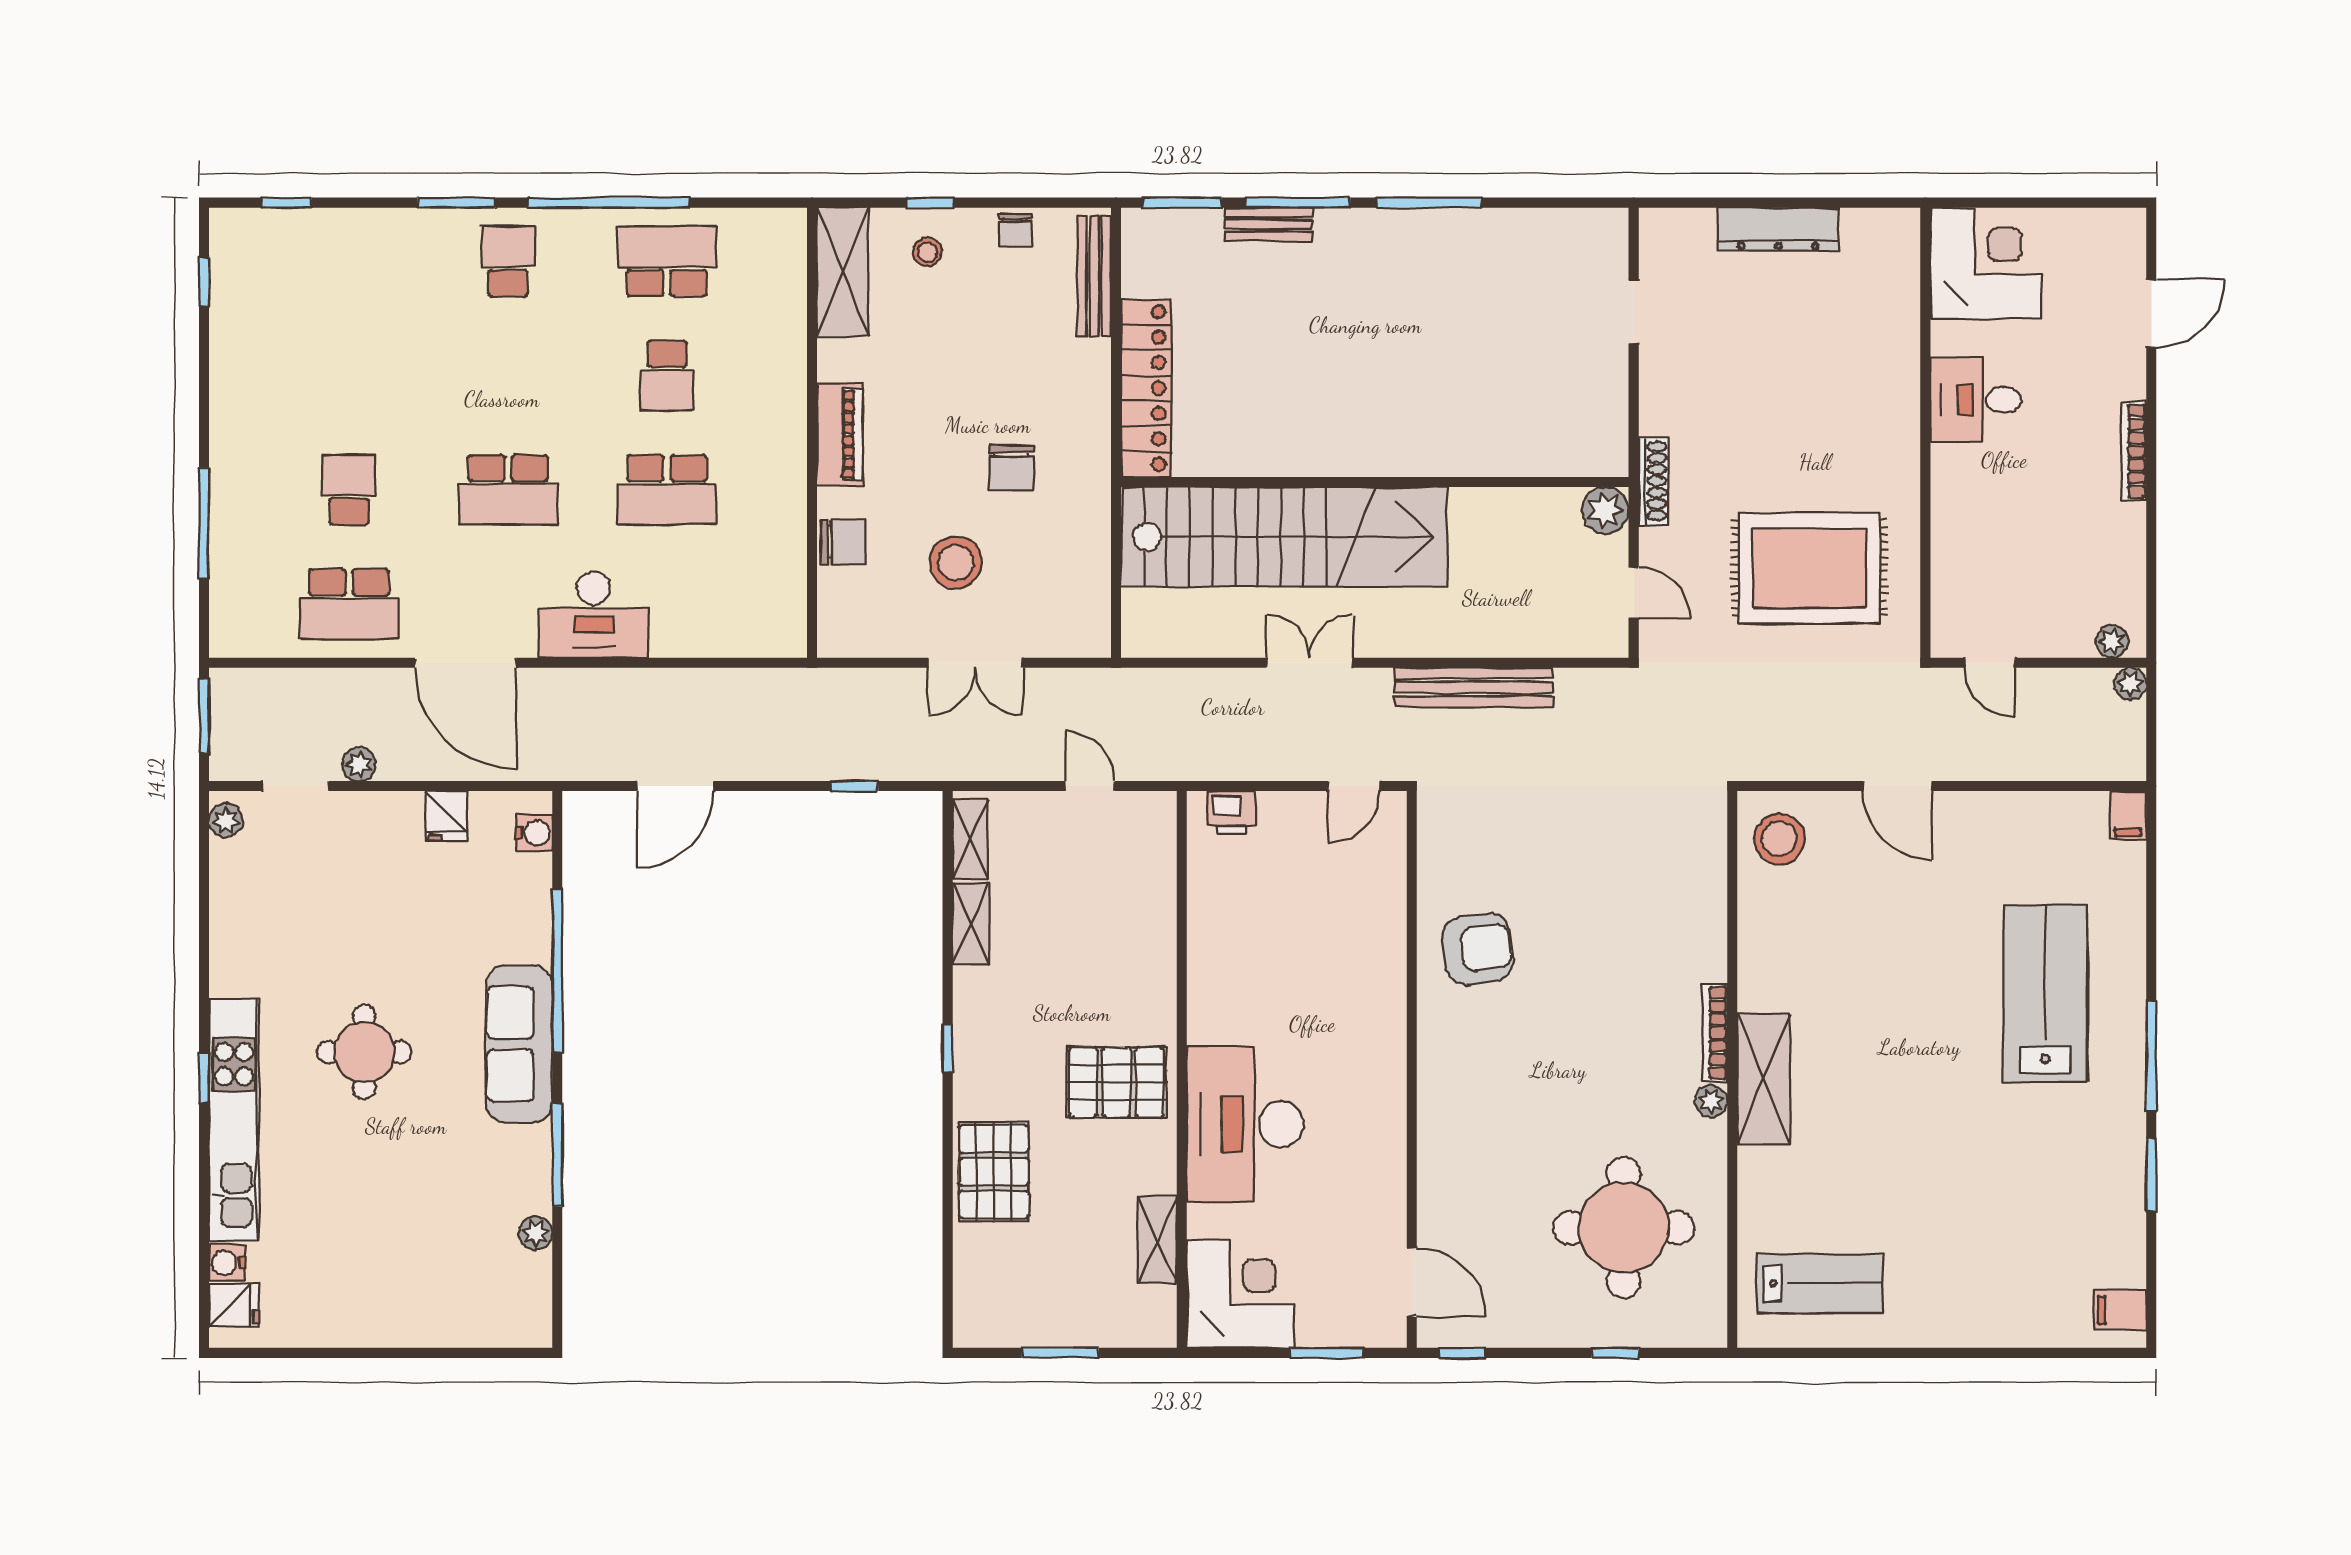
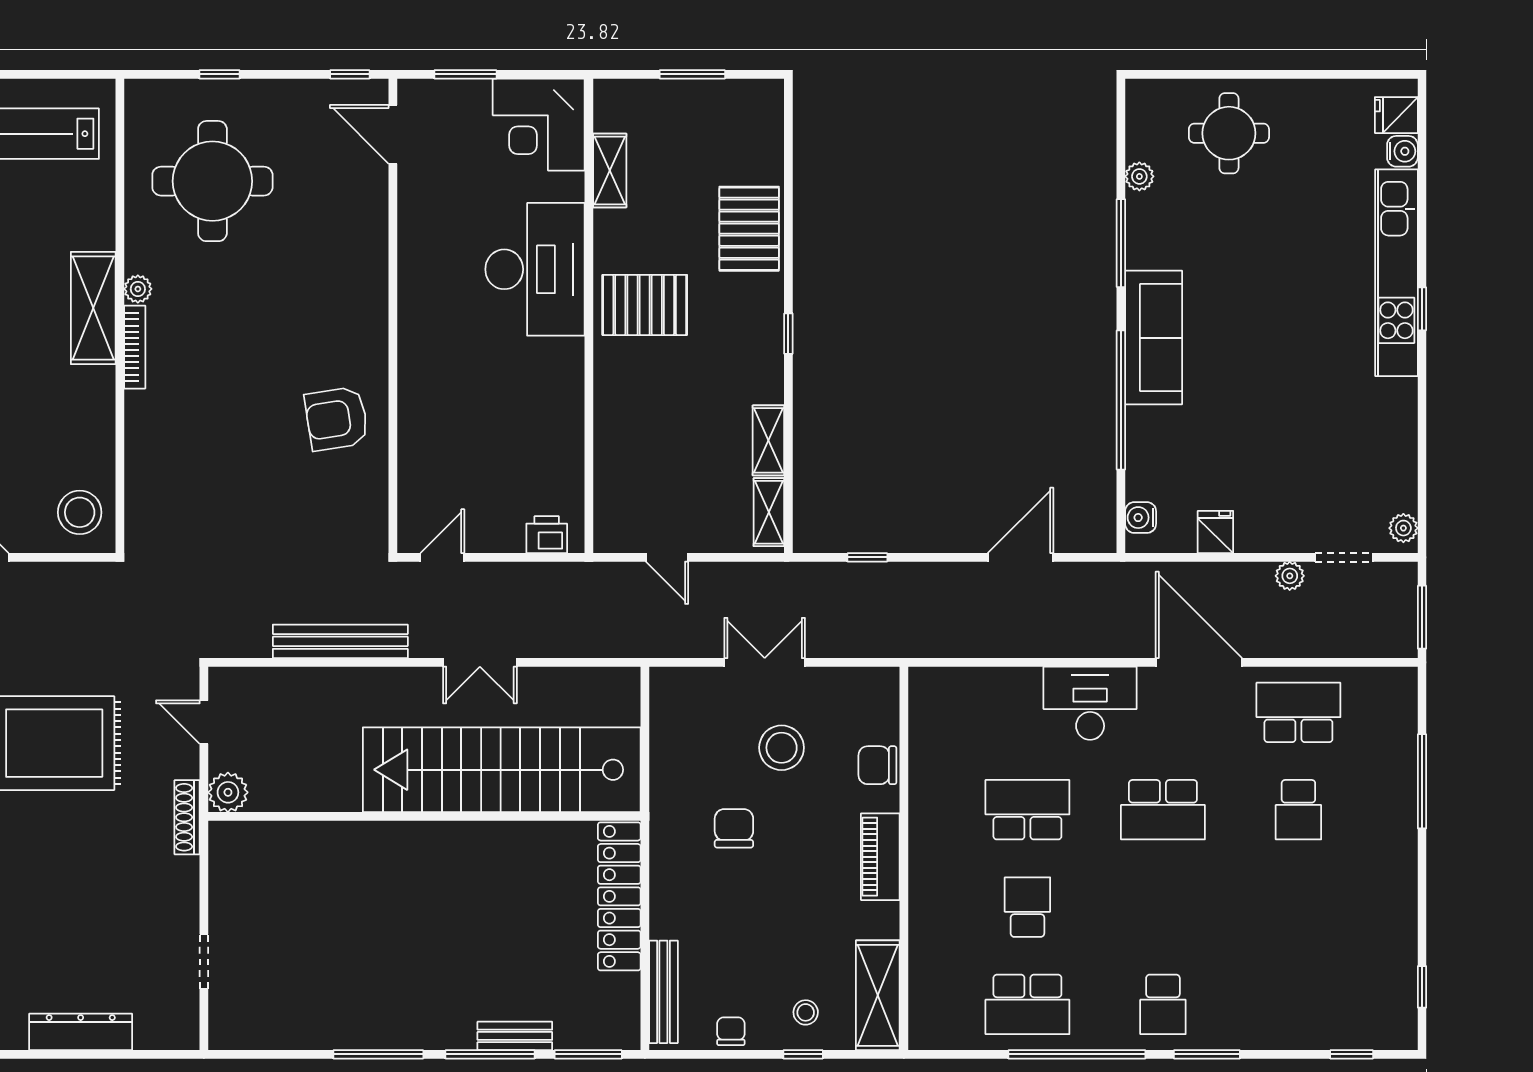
school desk: (508, 490) -> (1163, 810), turned 180
round table: (364, 1052) -> (1229, 133), moved

